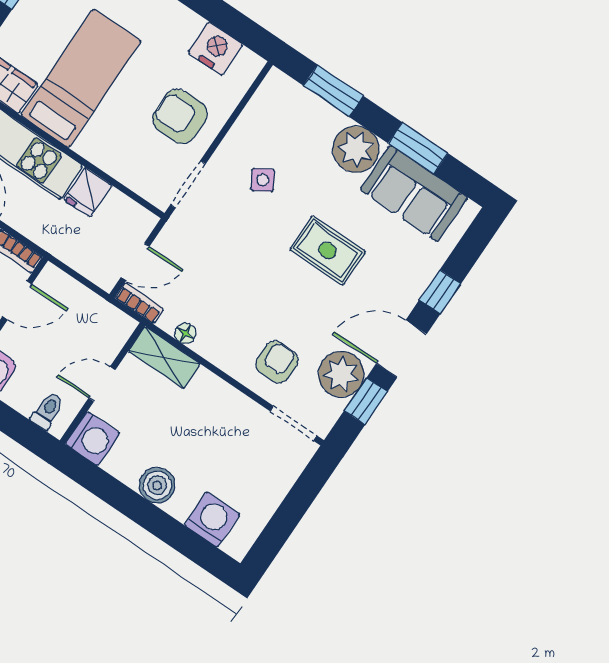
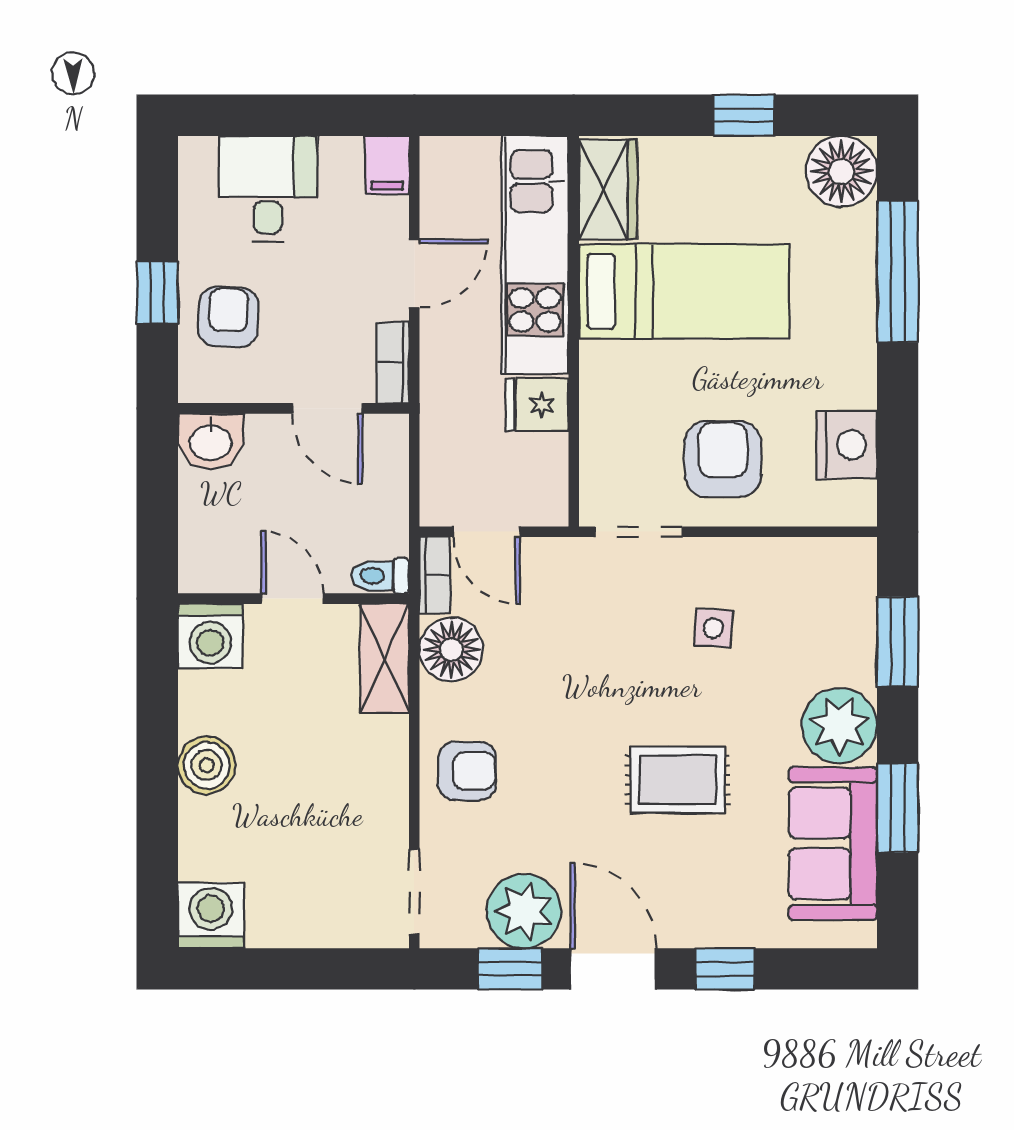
side table: (263, 180) -> (713, 628), turned 34
rug: (328, 250) -> (678, 780), turned 90
floor lamp: (185, 333) -> (451, 650), width x1.89, depth x1.89
armchair: (277, 362) -> (467, 771), moved
toilet: (48, 411) -> (380, 576), moved, turned 180
washing machine: (212, 520) -> (211, 915), moved, turned -90

